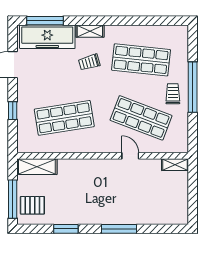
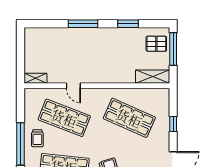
shop shelf: (64, 118) -> (129, 118), turned 33

